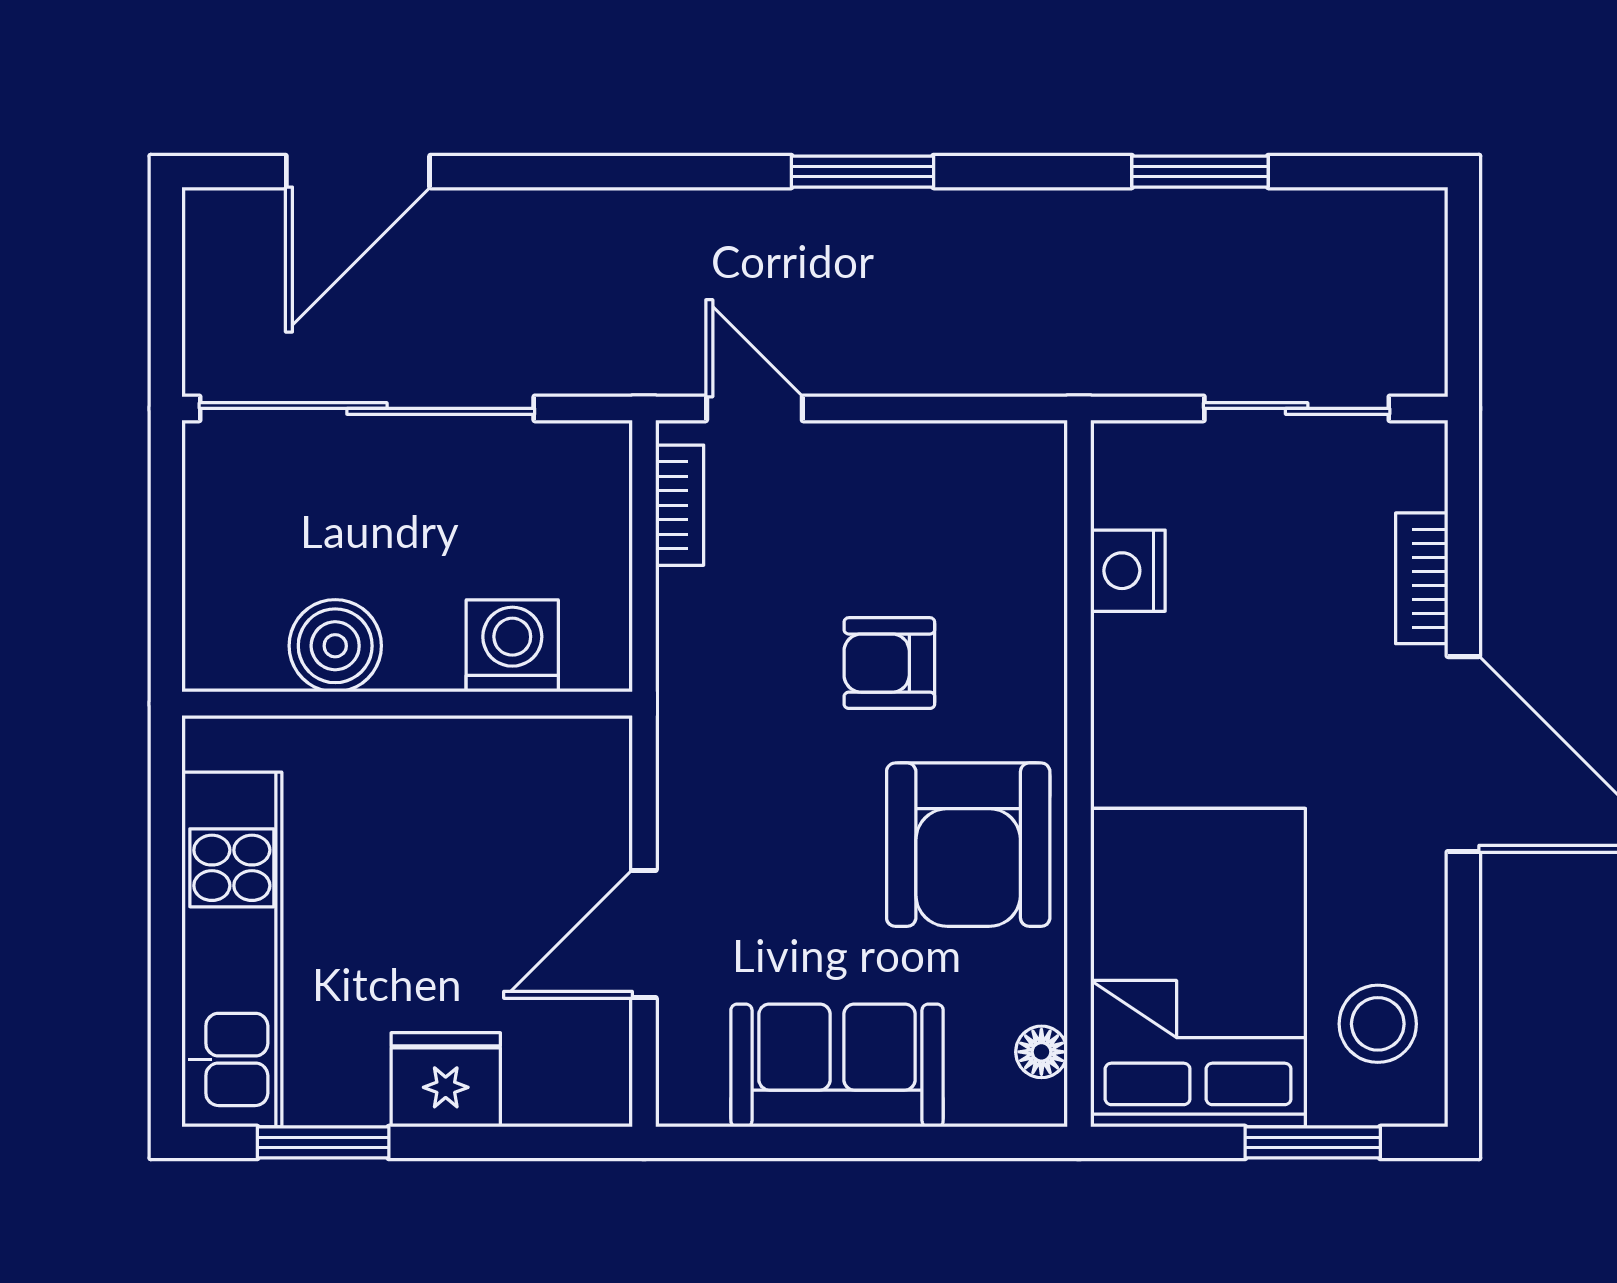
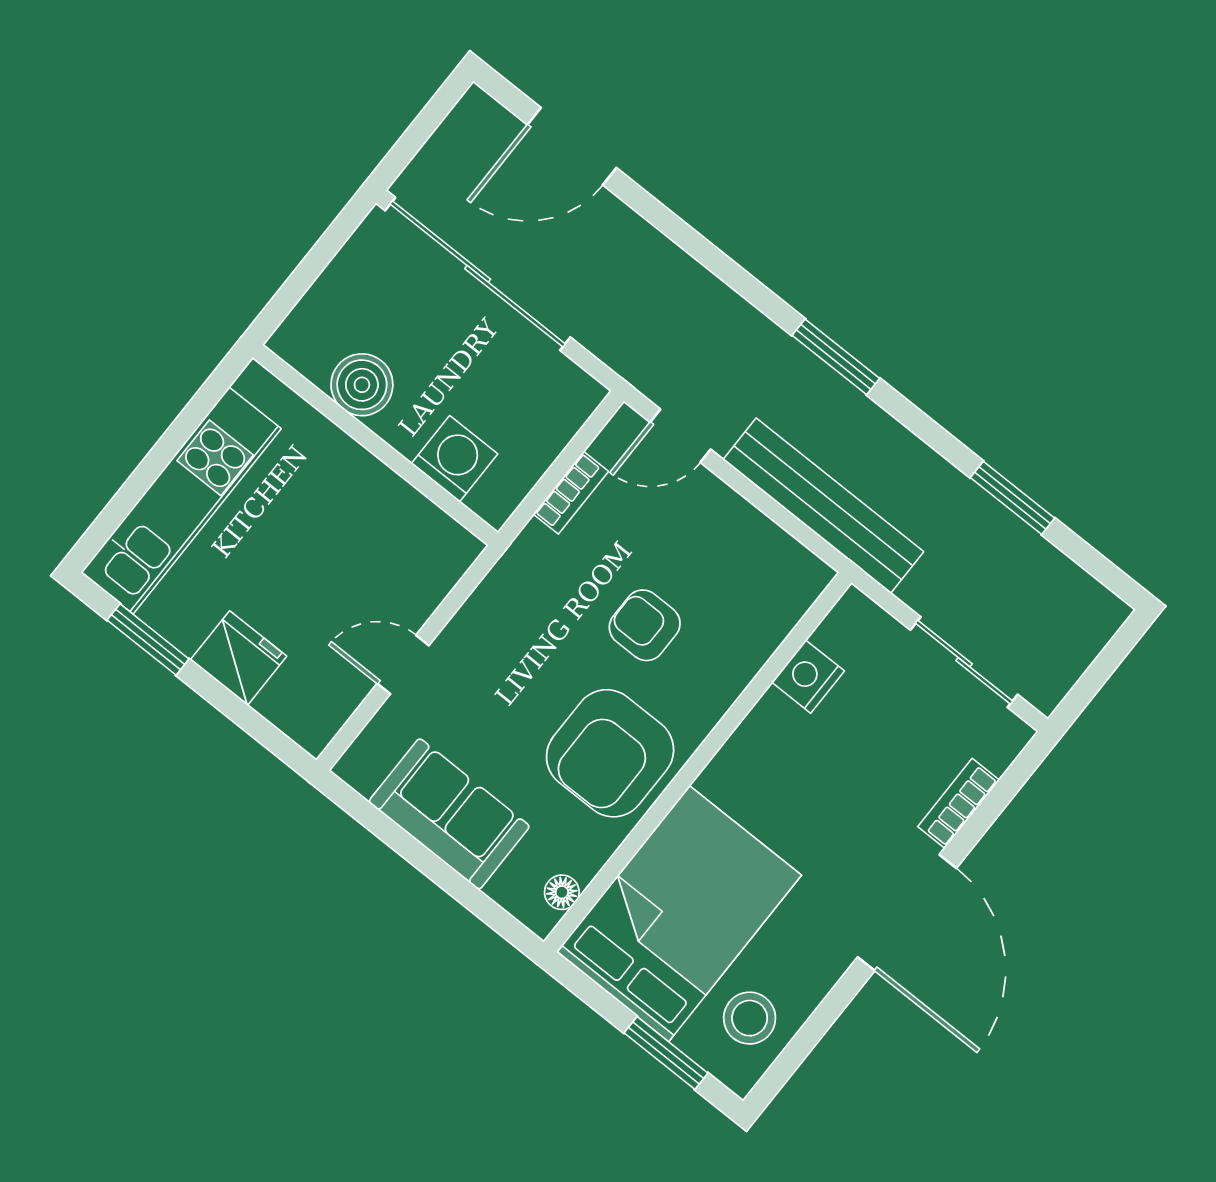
bench: (986, 357) -> (823, 506), added
door: (754, 408) -> (680, 436), swing flipped
bookcase: (680, 505) -> (571, 493), moved
door: (644, 934) -> (403, 665), width x0.73

